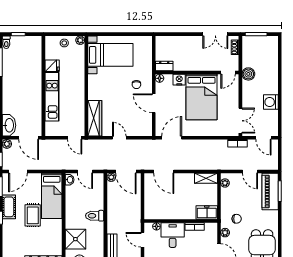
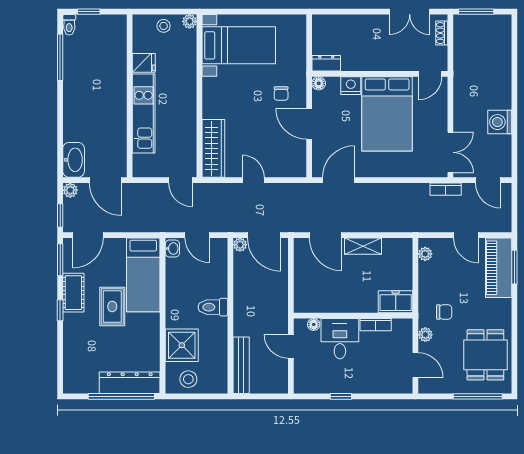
boiler: (248, 74) -> (463, 76), removed
shelving: (206, 178) -> (363, 246), moved

